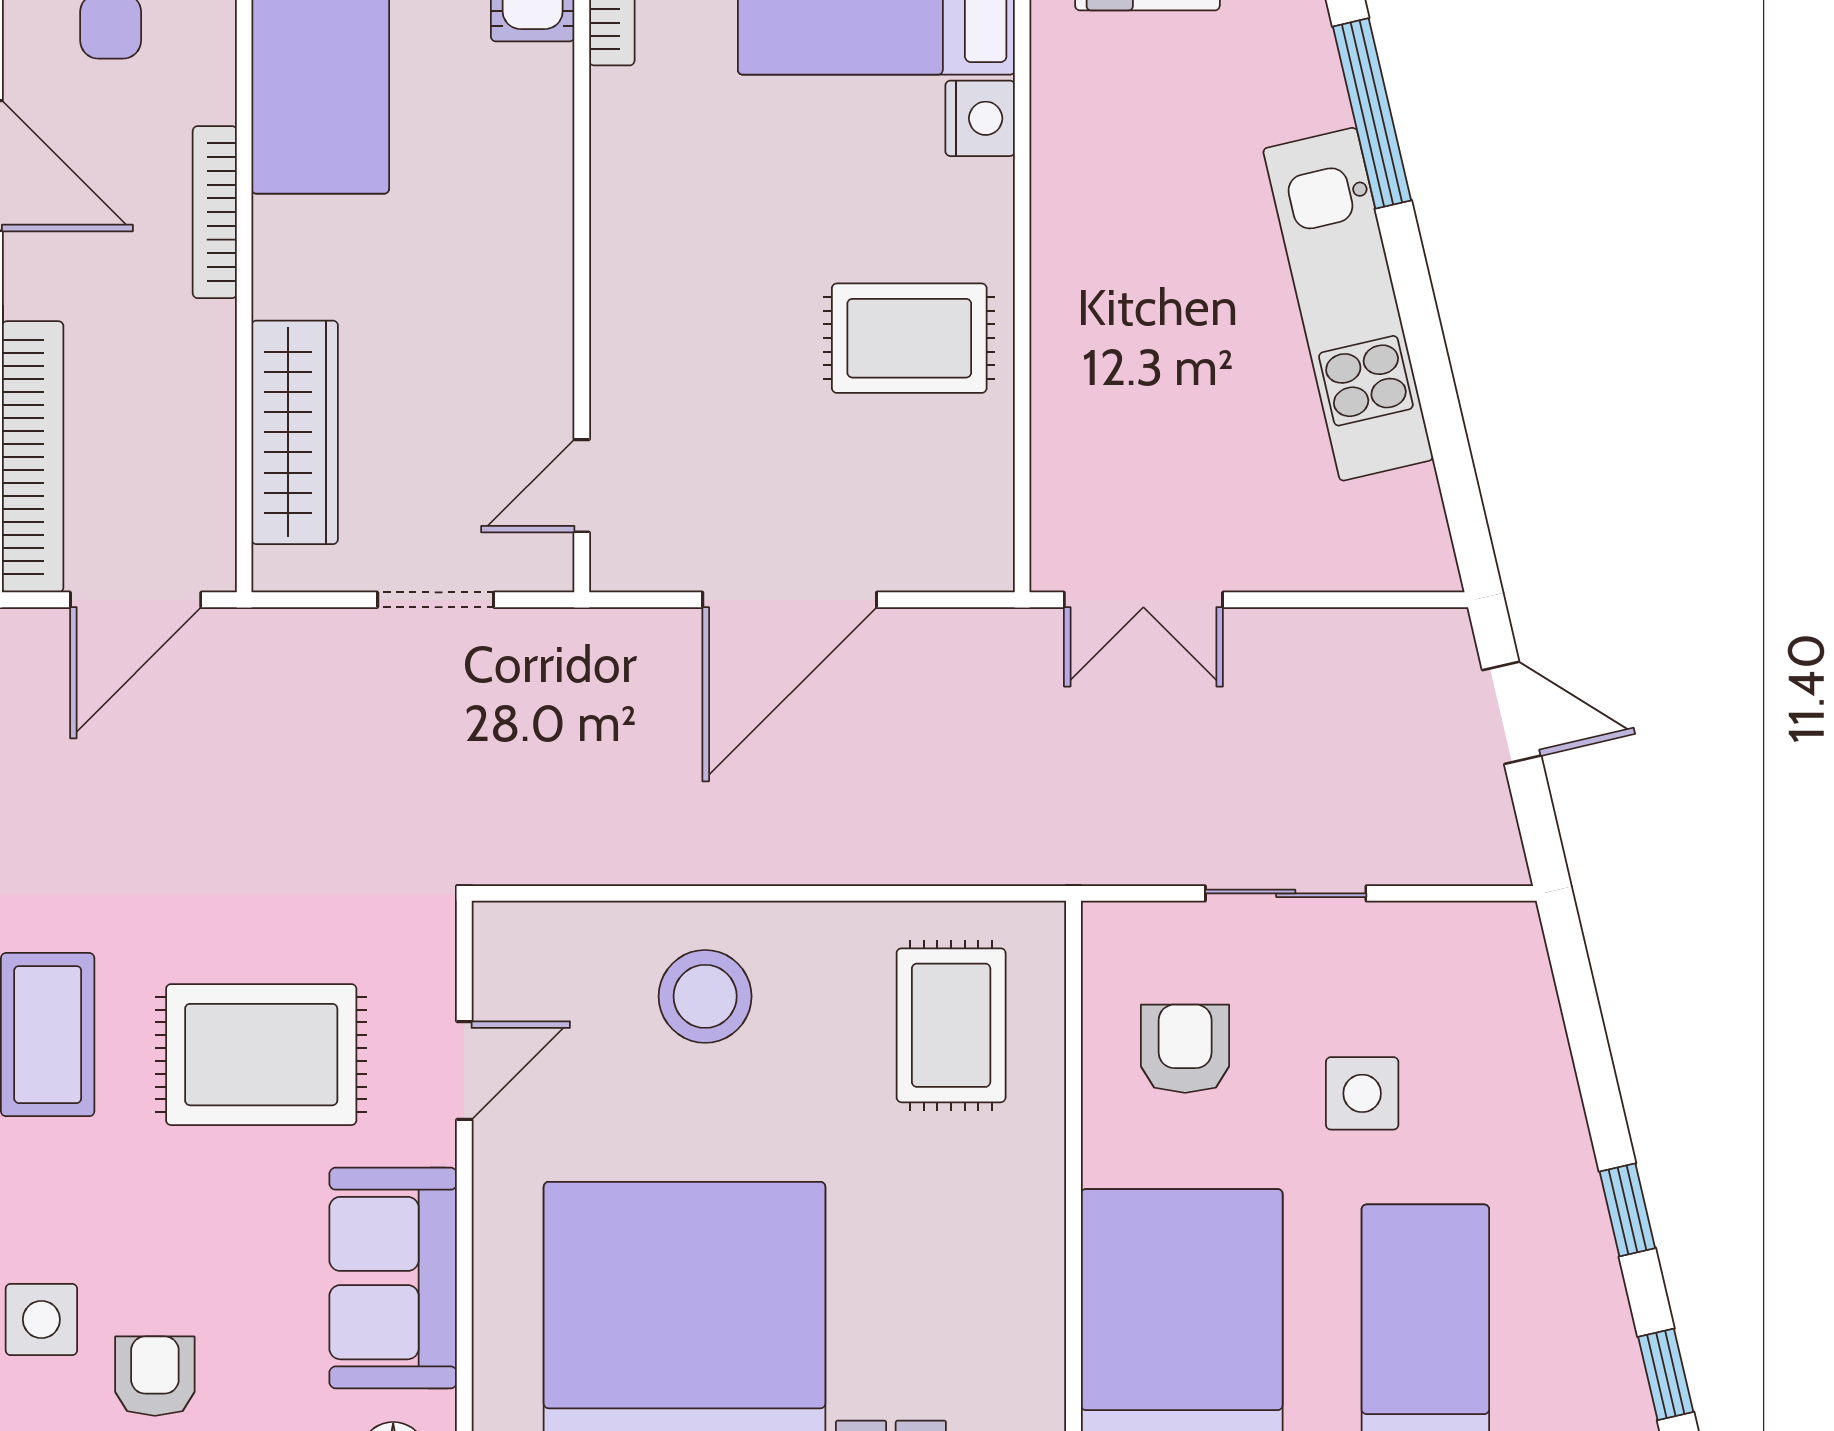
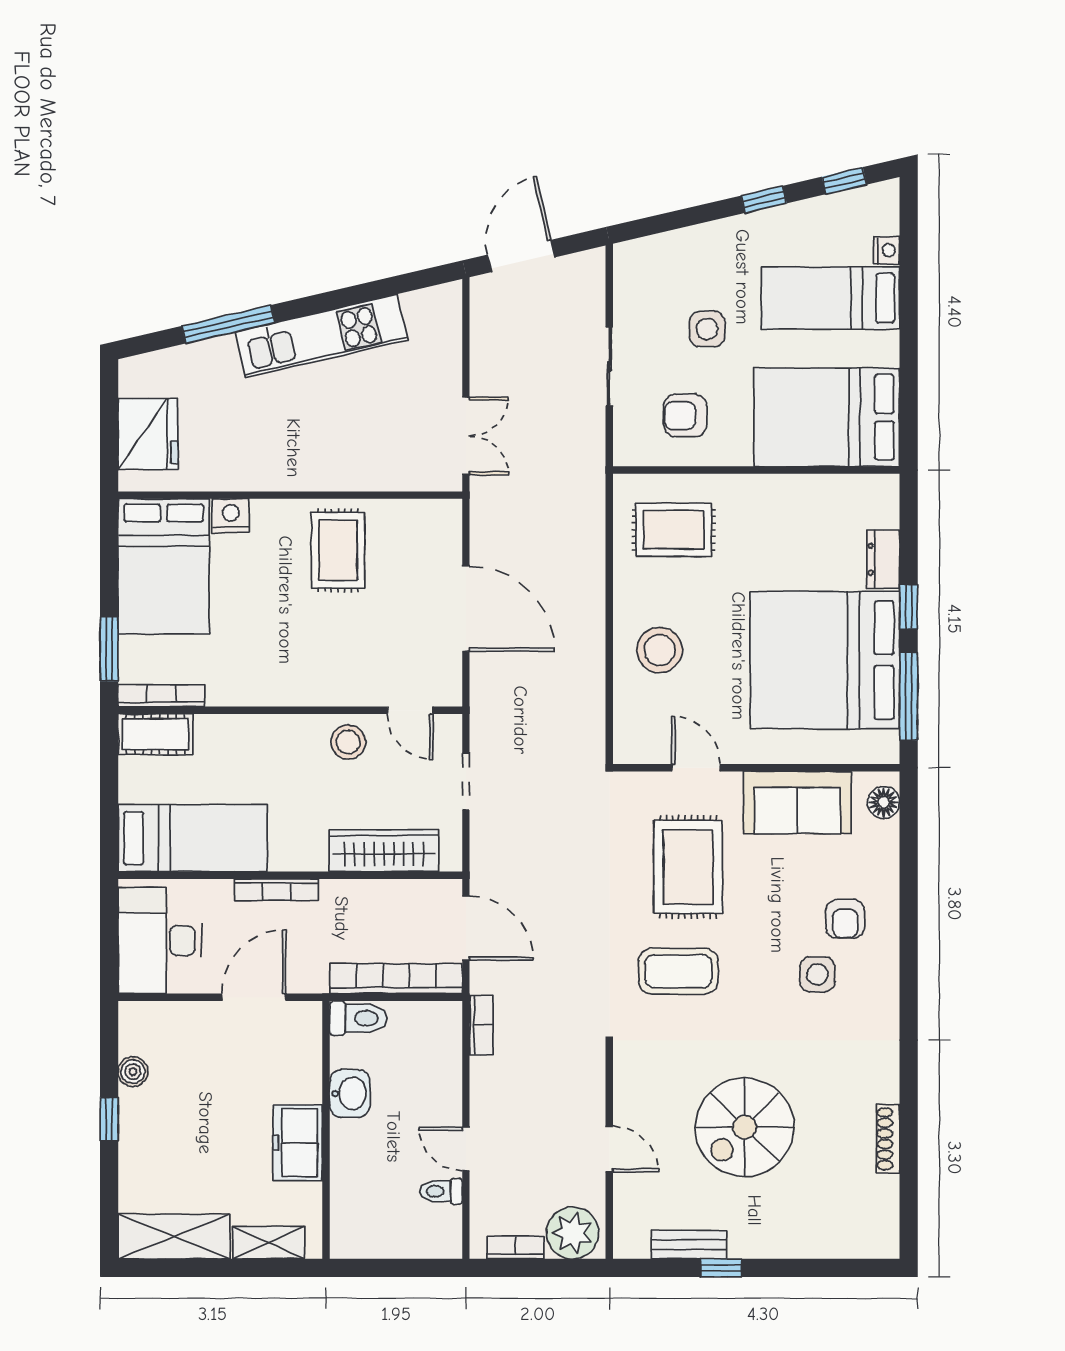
stool: (517, 359) -> (348, 742), added
door: (1512, 713) -> (521, 256), width x1.38
armchair: (155, 1376) -> (845, 919), turned -90

